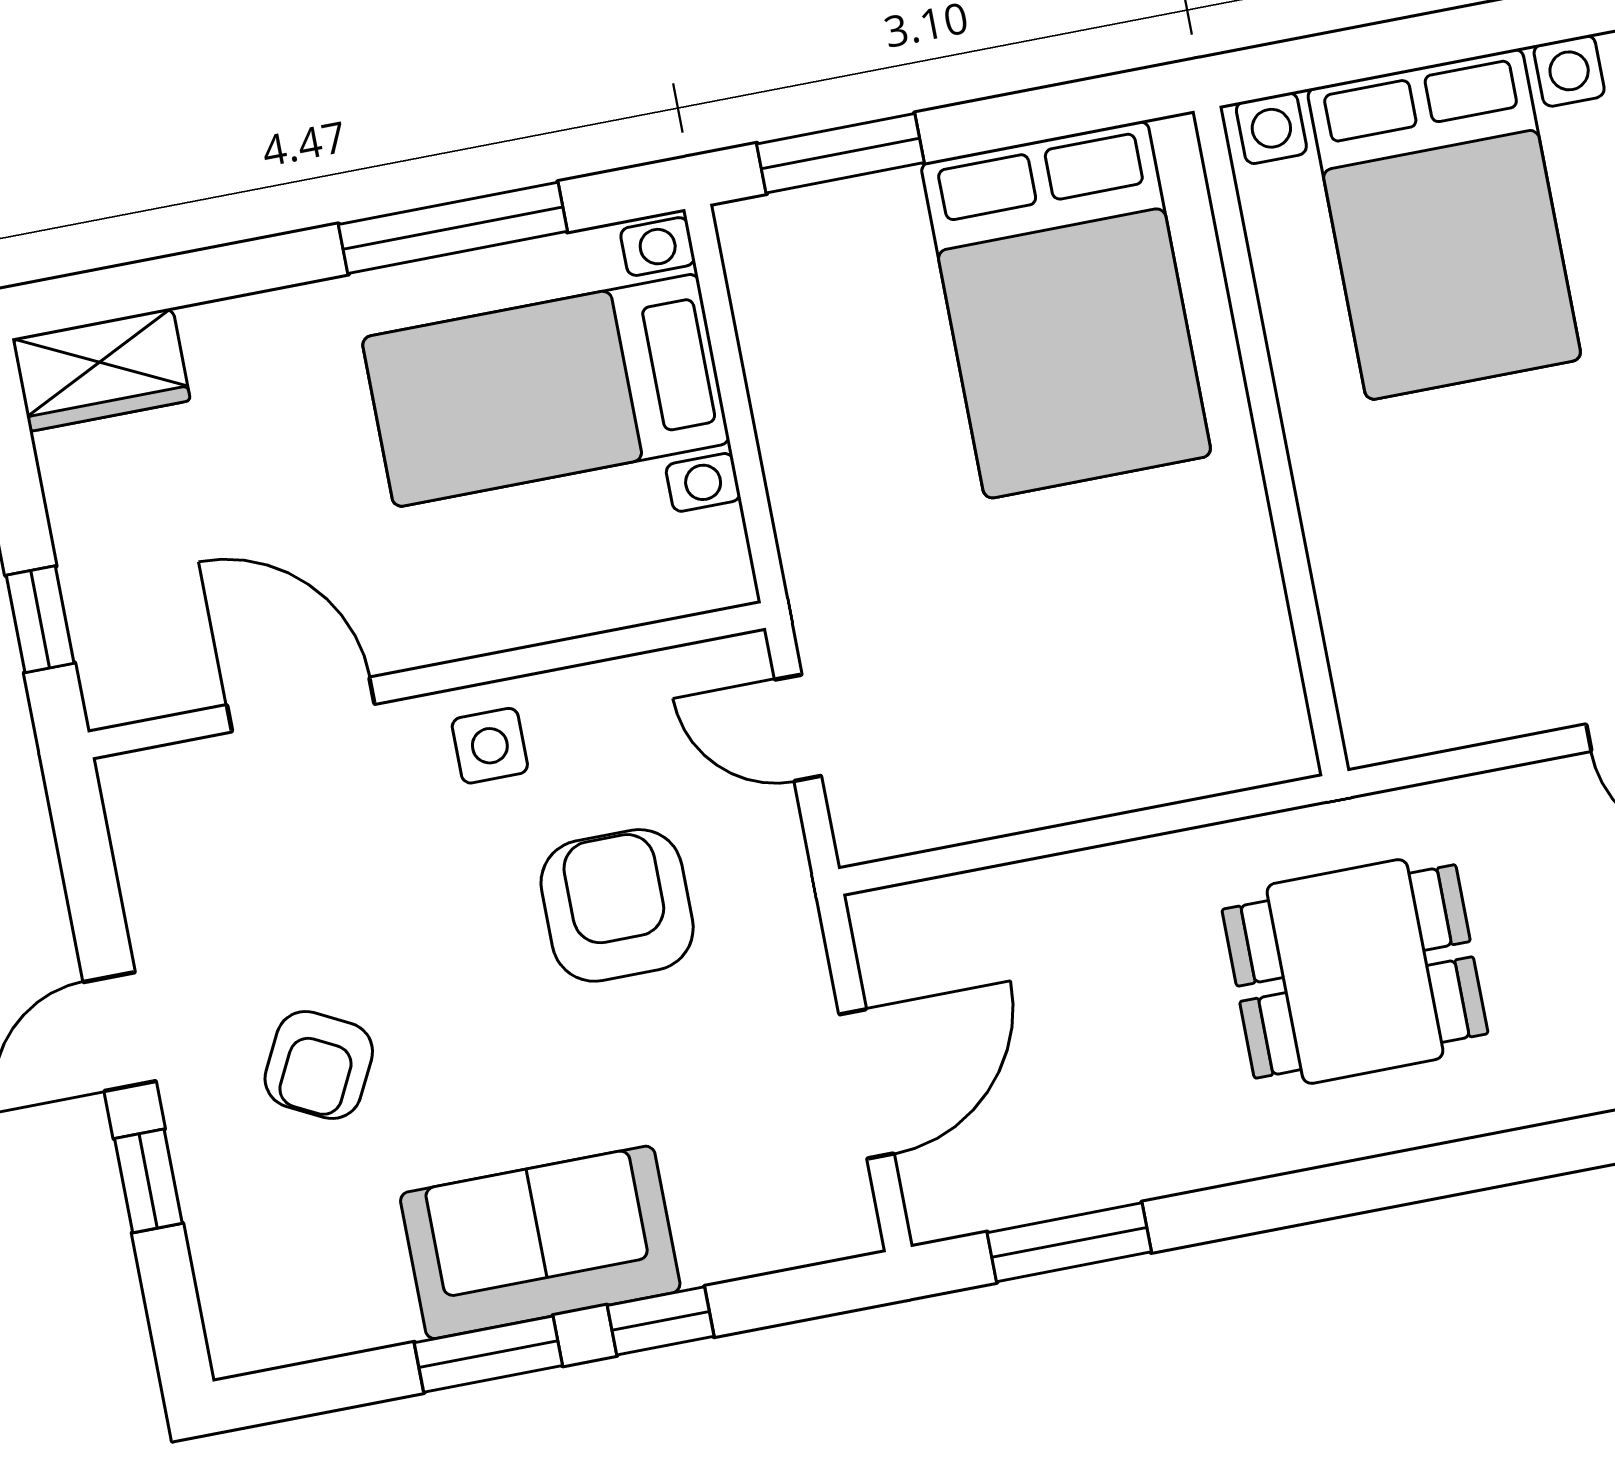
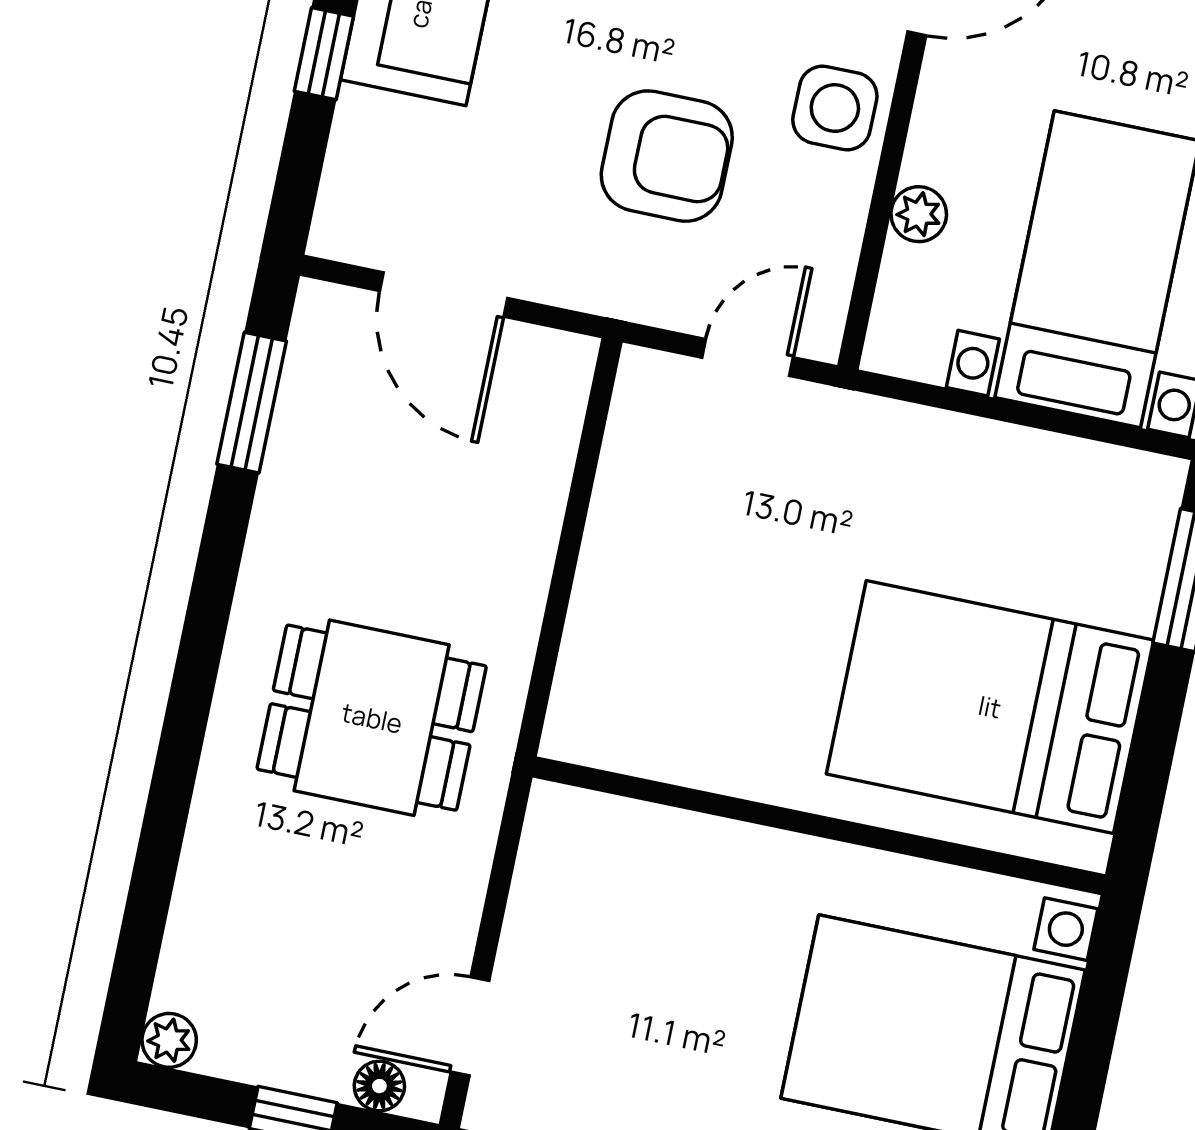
plant: (567, 608) -> (919, 214), added
side table: (490, 746) -> (835, 108), width x1.37, depth x1.37
dining table: (1355, 971) -> (372, 718), turned 90

